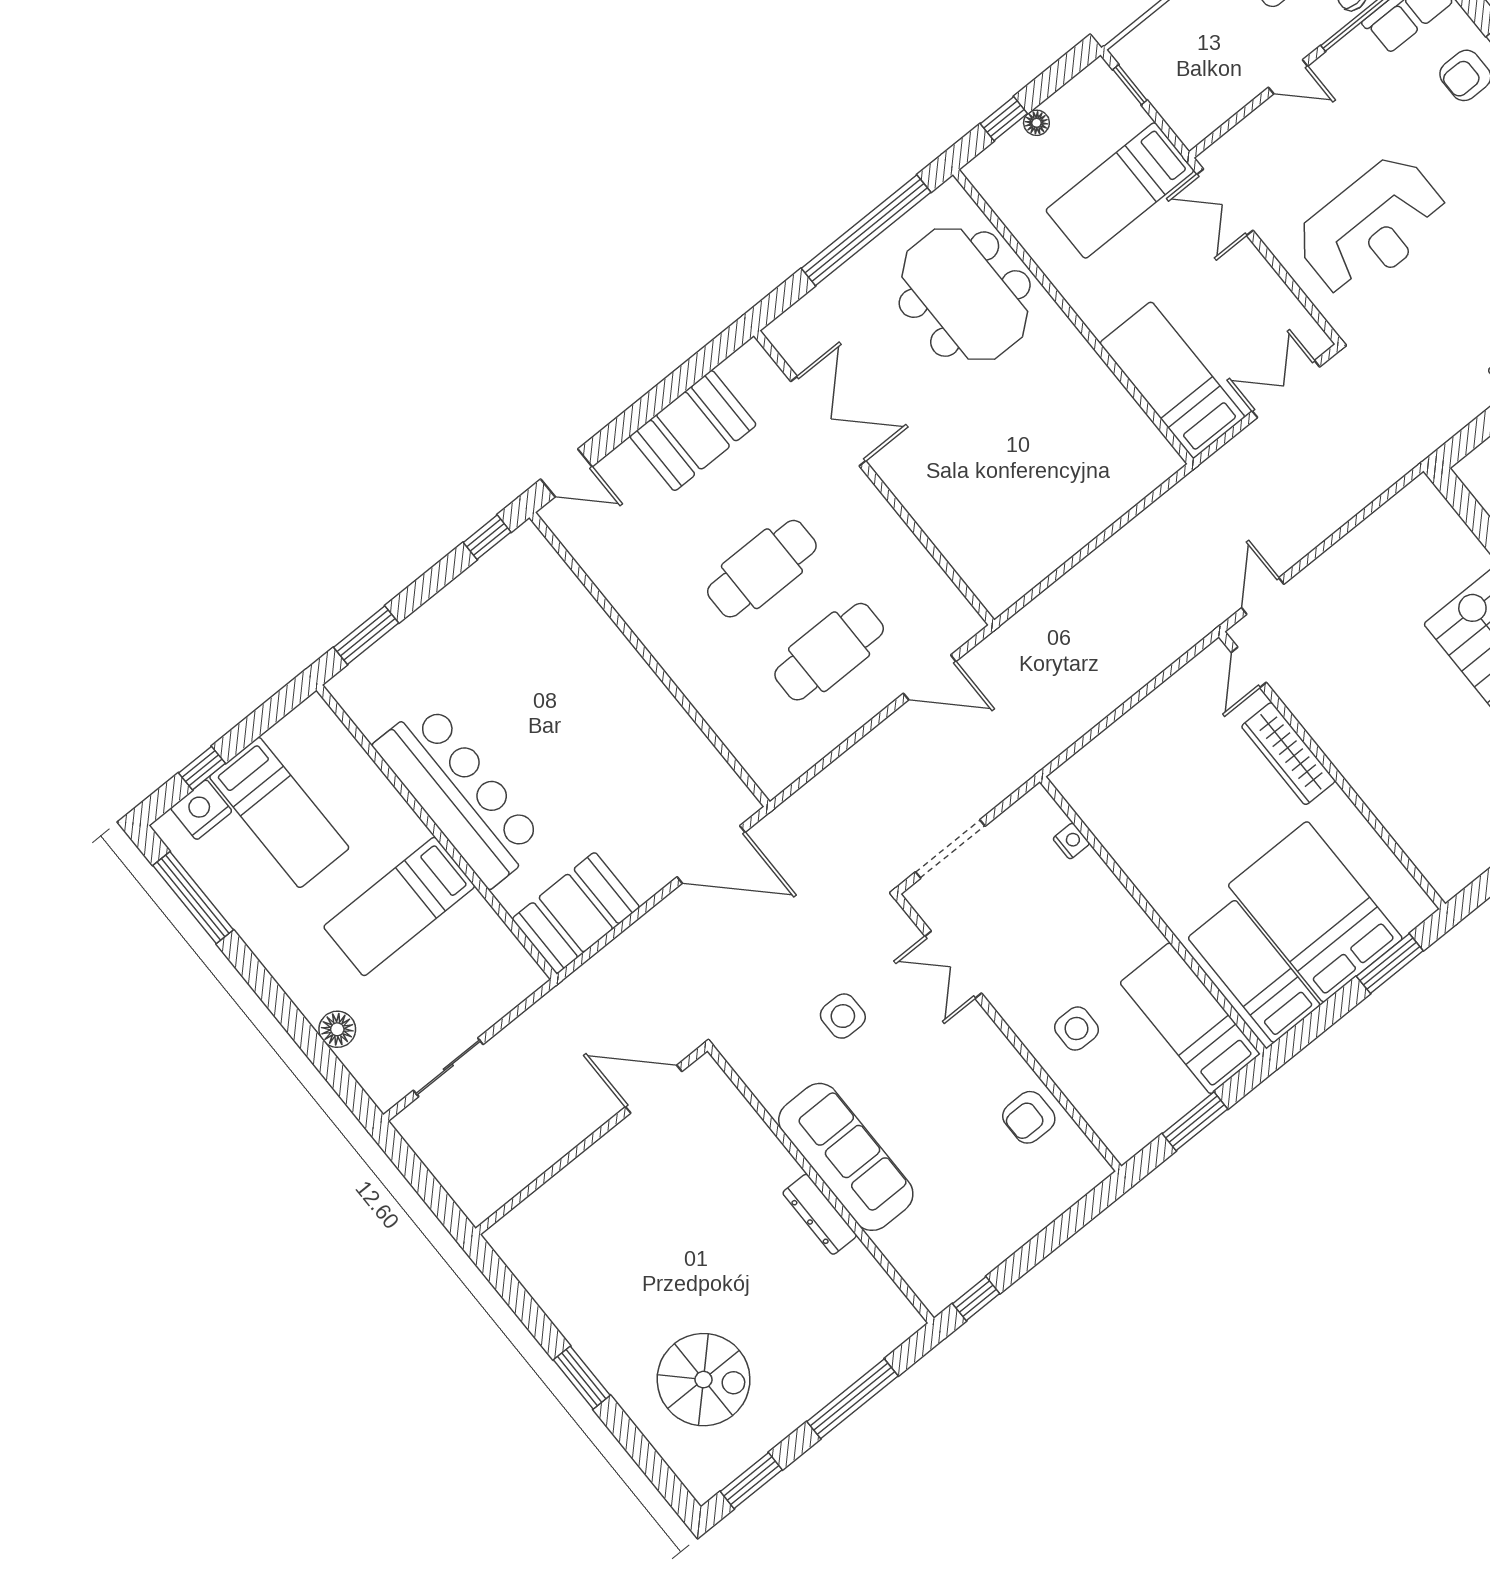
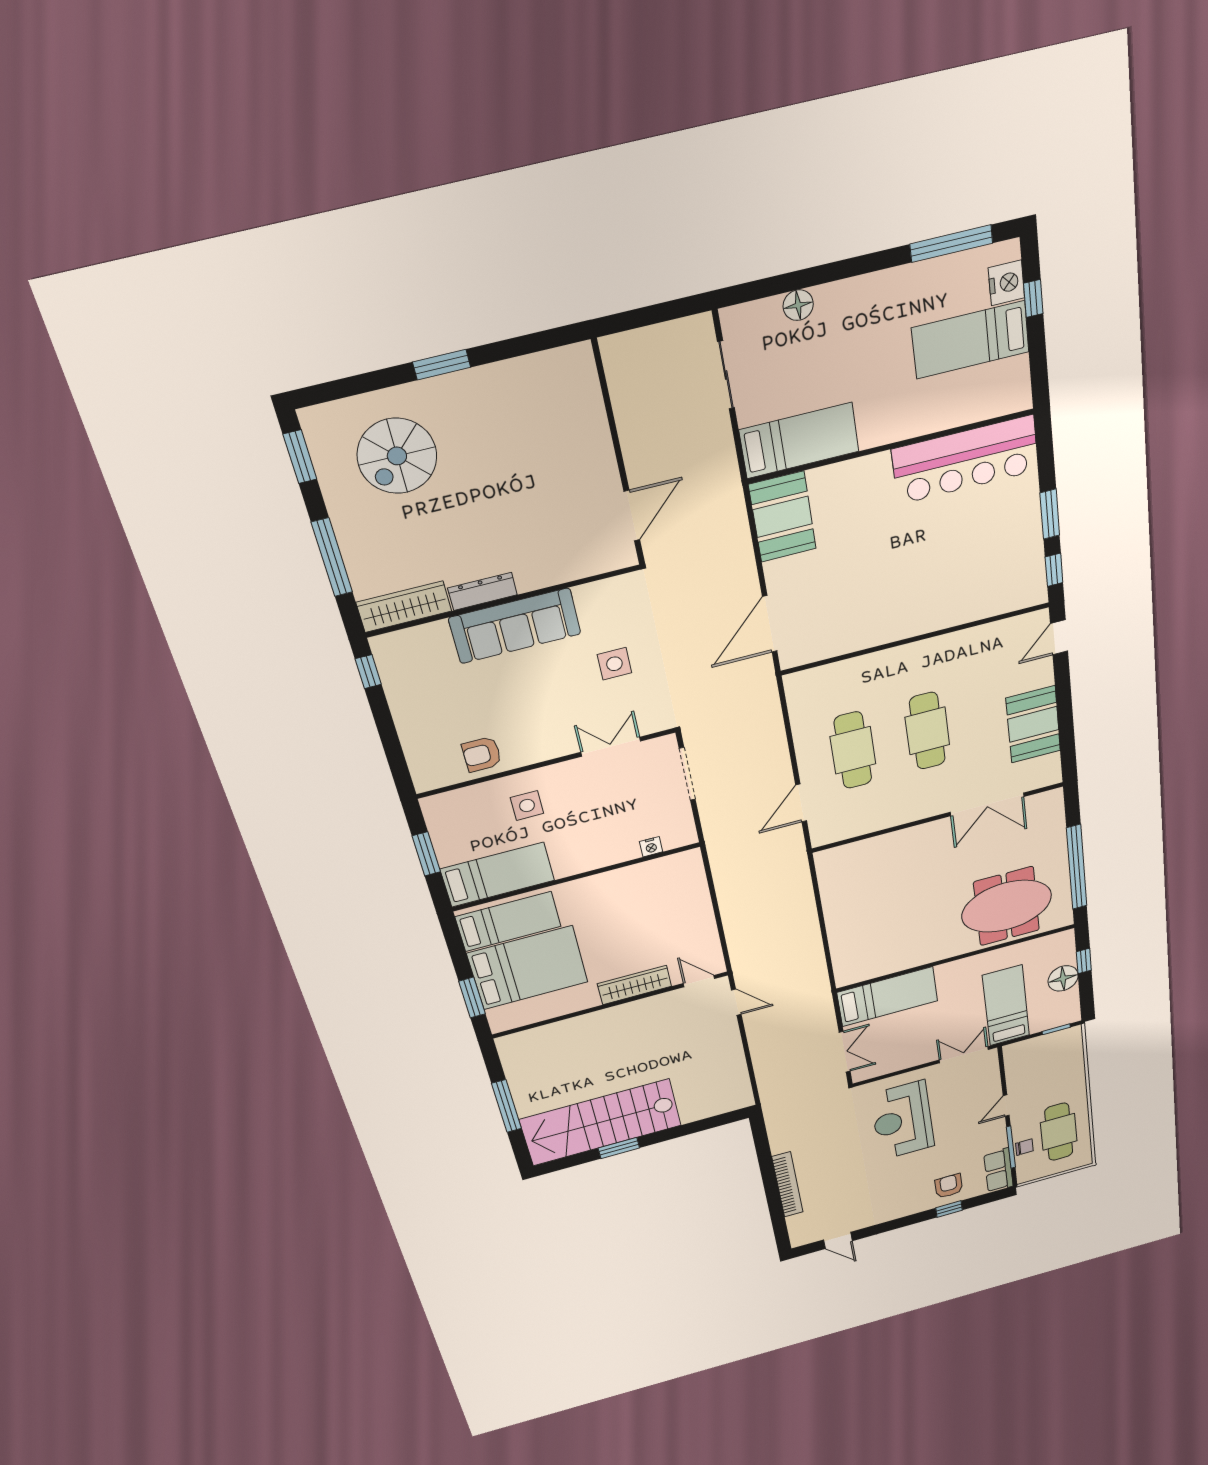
floor lamp: (1036, 123) -> (1063, 978), width x1.89, depth x1.89
window: (366, 635) -> (1050, 514), moved
bar counter: (460, 794) -> (965, 460), moved
bed: (399, 906) -> (799, 441), moved, turned 90
armchair: (1029, 1117) -> (482, 754), turned -90
wardrobe: (877, 1294) -> (404, 607), added

